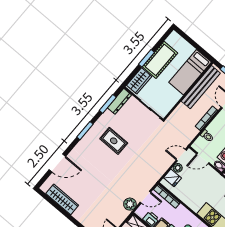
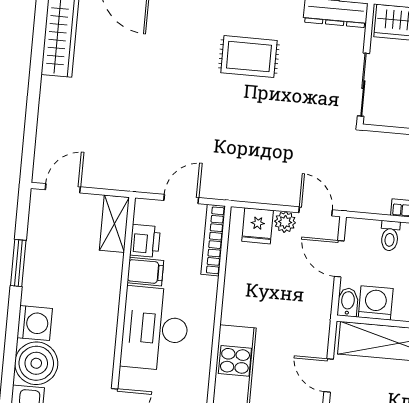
rug: (114, 141) -> (249, 57), turned 90
door: (145, 197) -> (181, 199), swing flipped
plant: (130, 204) -> (146, 178), removed

